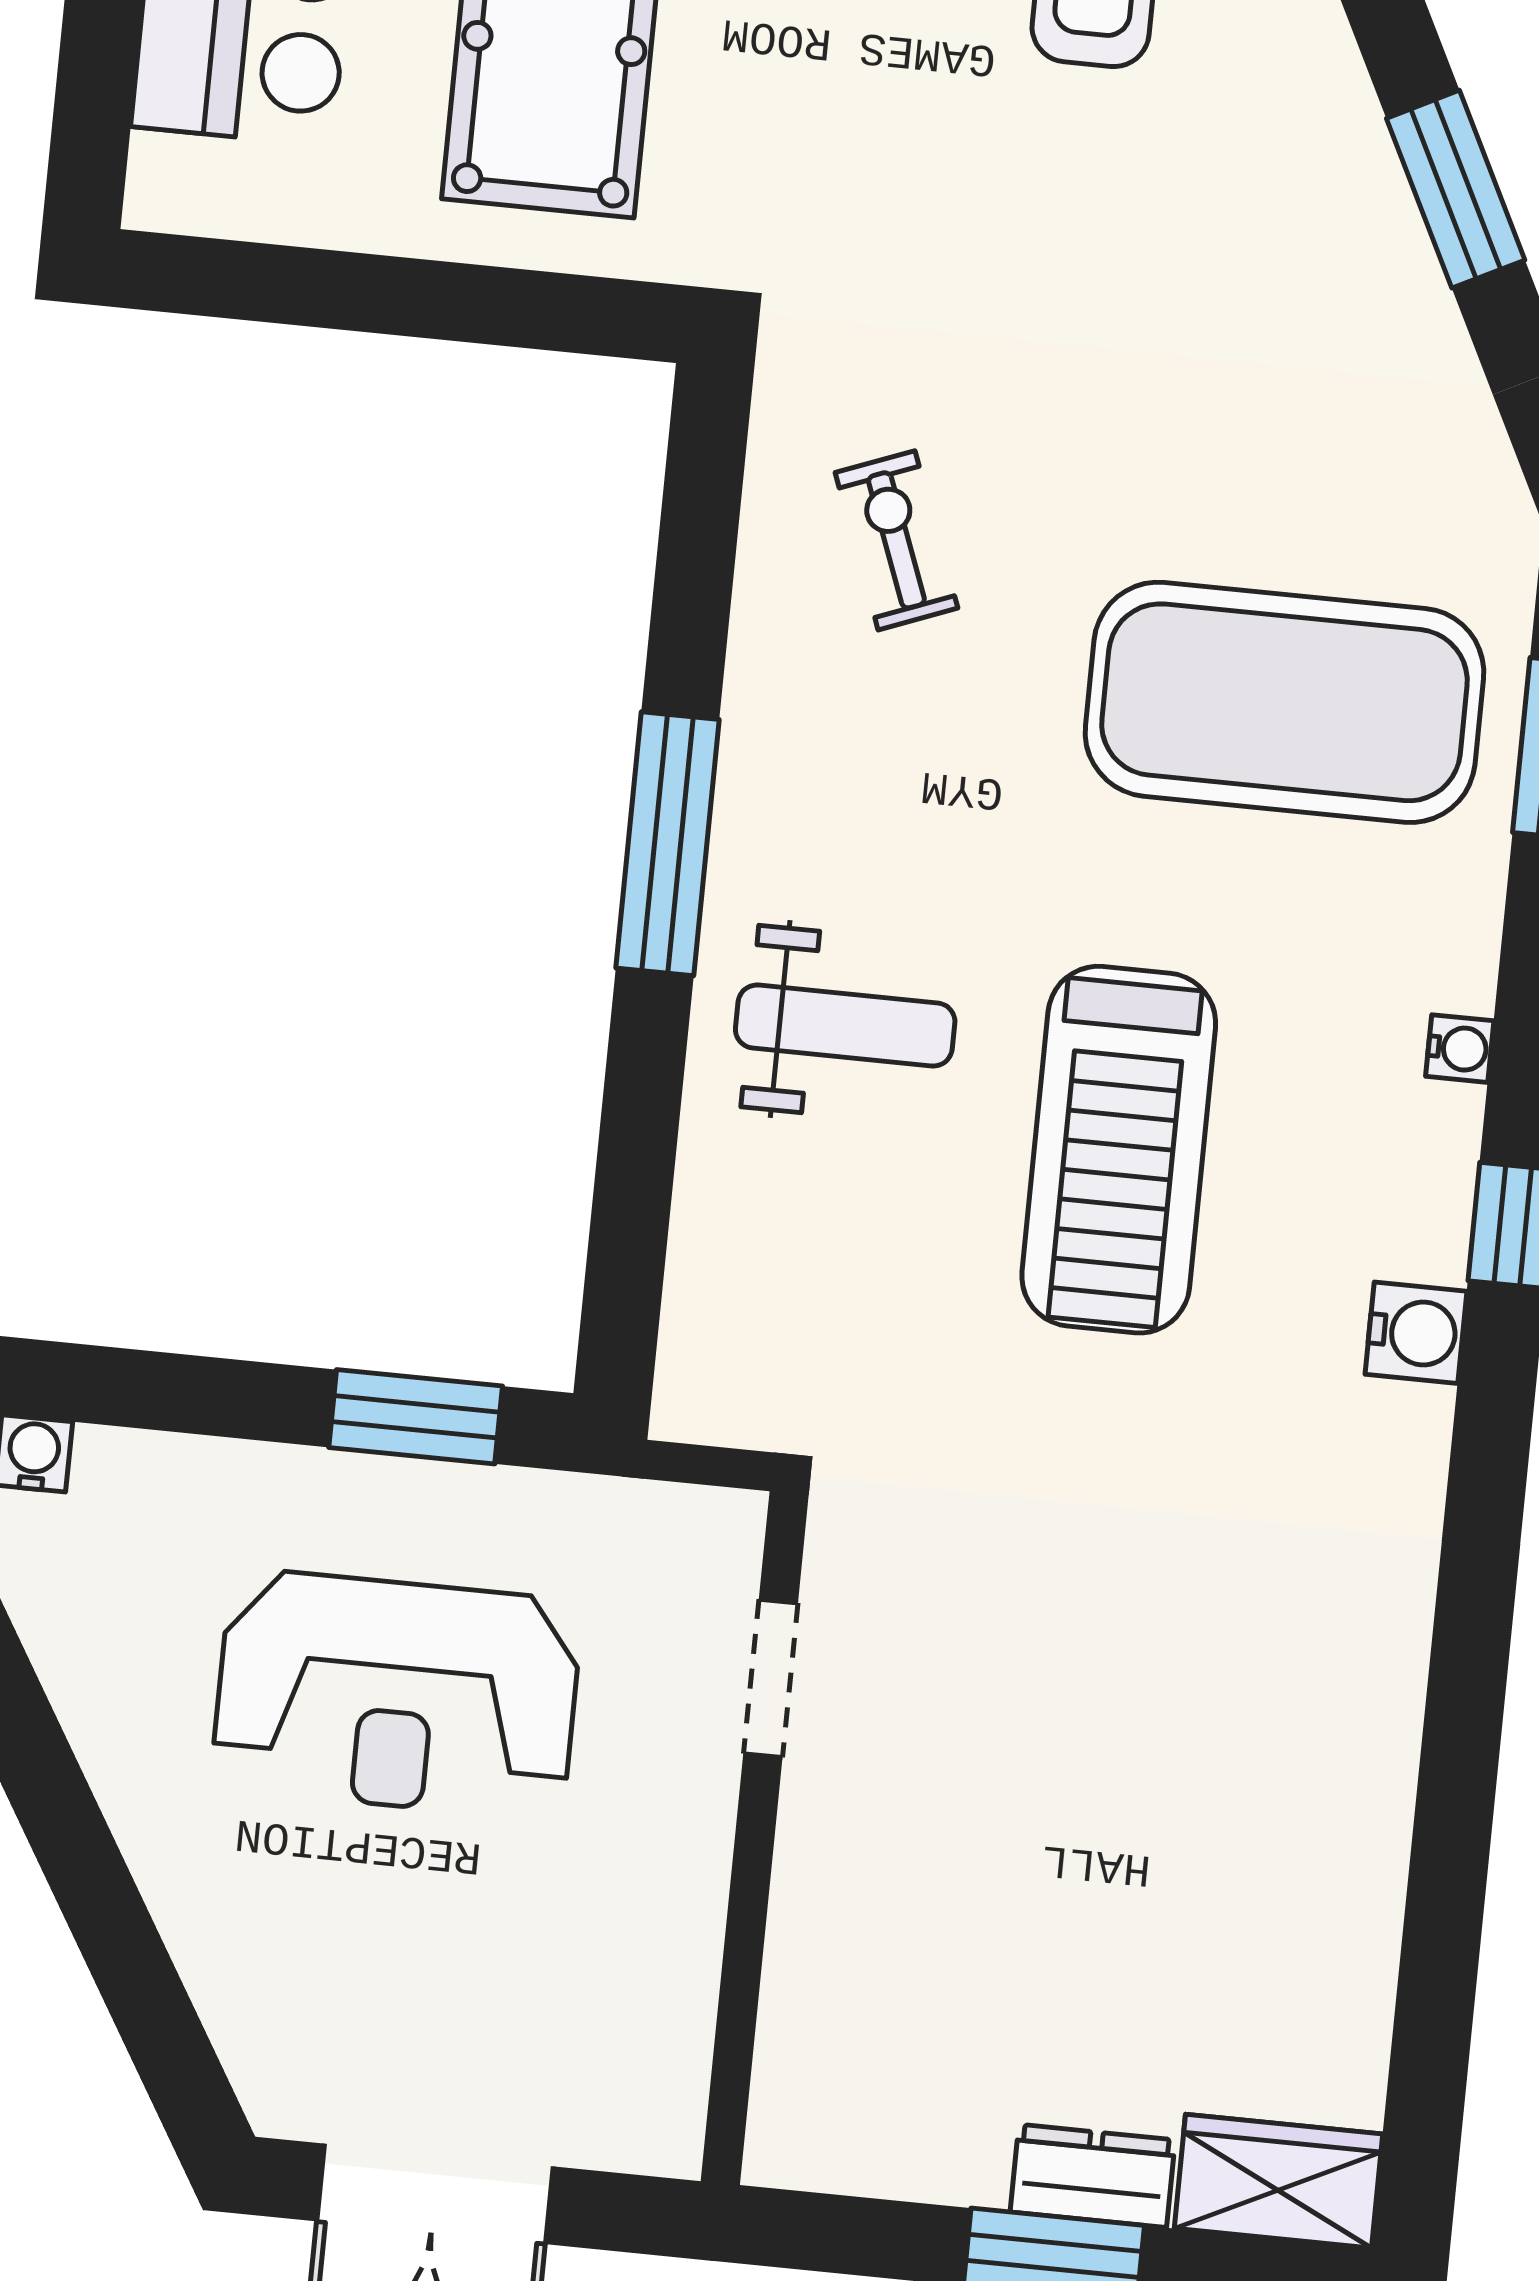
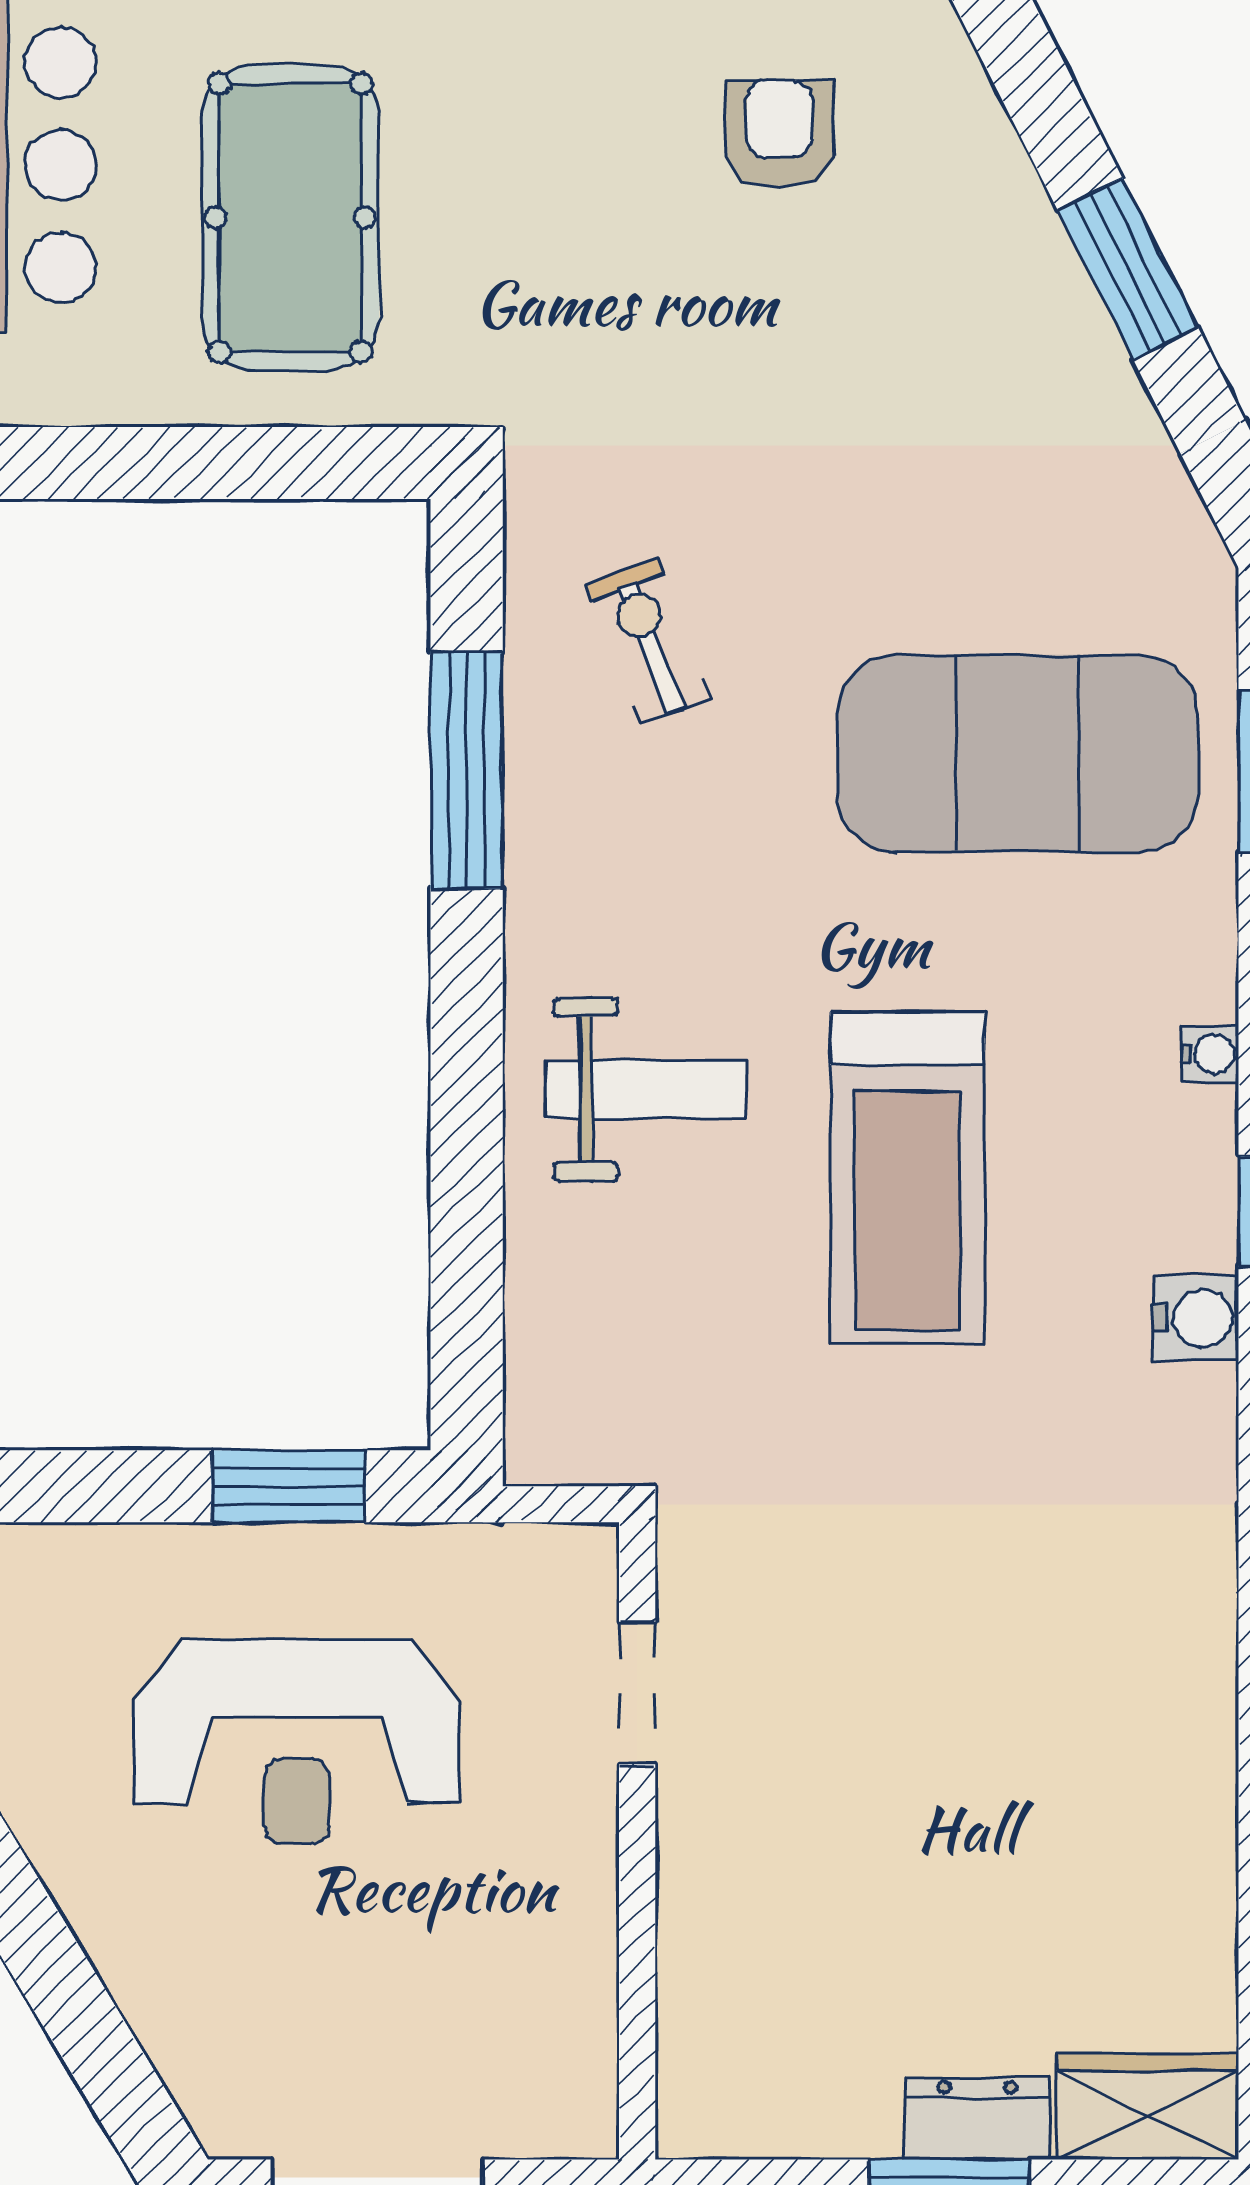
window: (667, 844) -> (467, 770), moved

